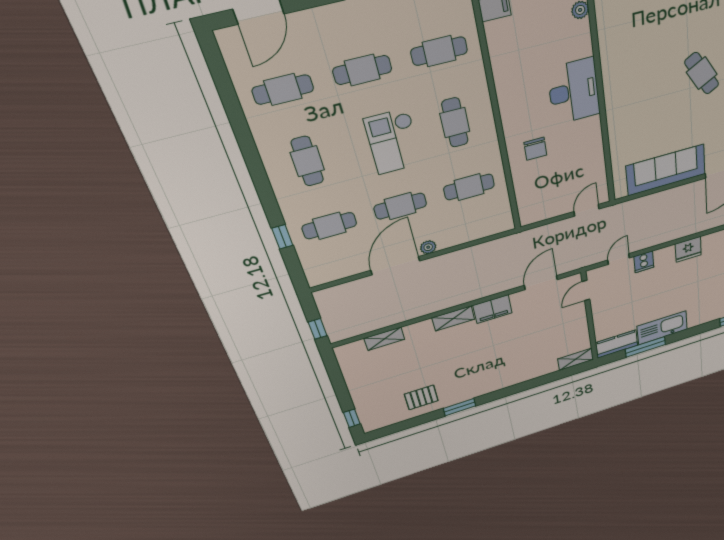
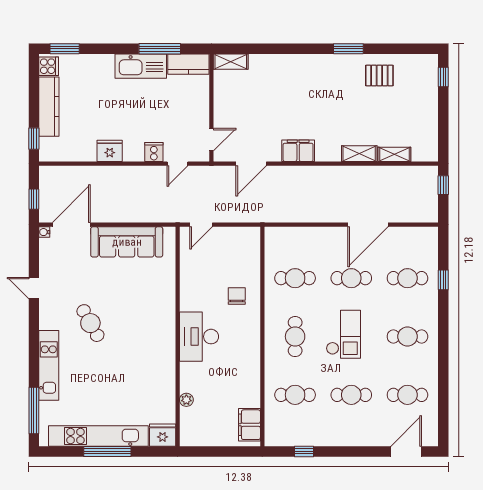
cafe table: (307, 161) -> (407, 337), turned 90
plant: (428, 247) -> (338, 233), removed
shelving: (453, 318) -> (359, 154), moved

